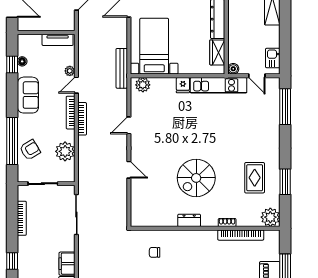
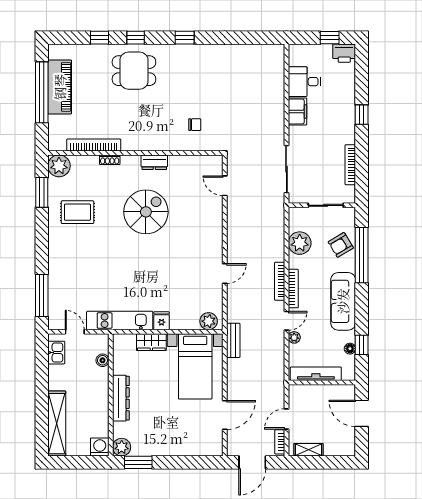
tv unit: (58, 40) -> (316, 374), width x1.41
wardrobe: (217, 52) -> (151, 342), moved, turned 90
bench: (122, 68) -> (233, 340), width x0.73
boiler: (233, 69) -> (103, 360), moved
sofa: (28, 95) -> (343, 301), width x1.36
door: (129, 170) -> (225, 186), moved
rug: (255, 178) -> (77, 212), turned 90
window: (285, 182) -> (42, 192), moved

